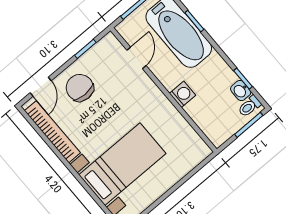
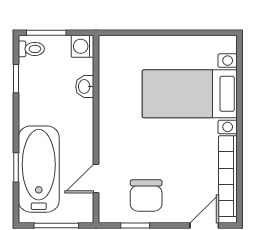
chair: (80, 88) -> (146, 195), moved
washbasin: (241, 91) -> (85, 87), moved, turned 180
washing machine: (183, 94) -> (82, 46), moved

